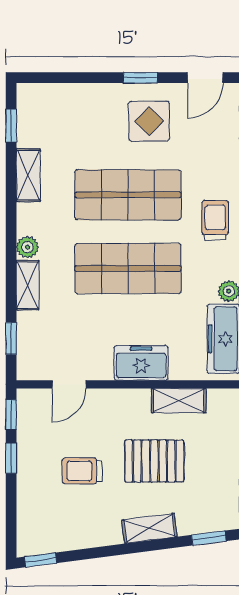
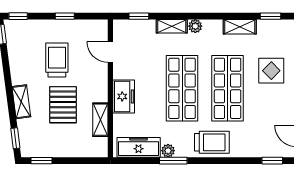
display table: (149, 121) -> (271, 71), moved
trolley: (215, 220) -> (212, 142), width x1.36, depth x1.39
window: (11, 415) -> (18, 16), moved
trolley: (82, 471) -> (57, 60), width x1.36, depth x1.39

